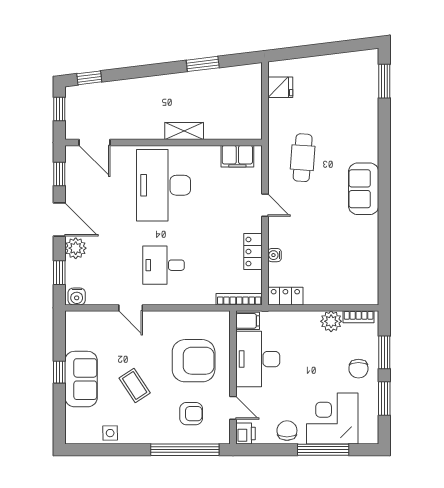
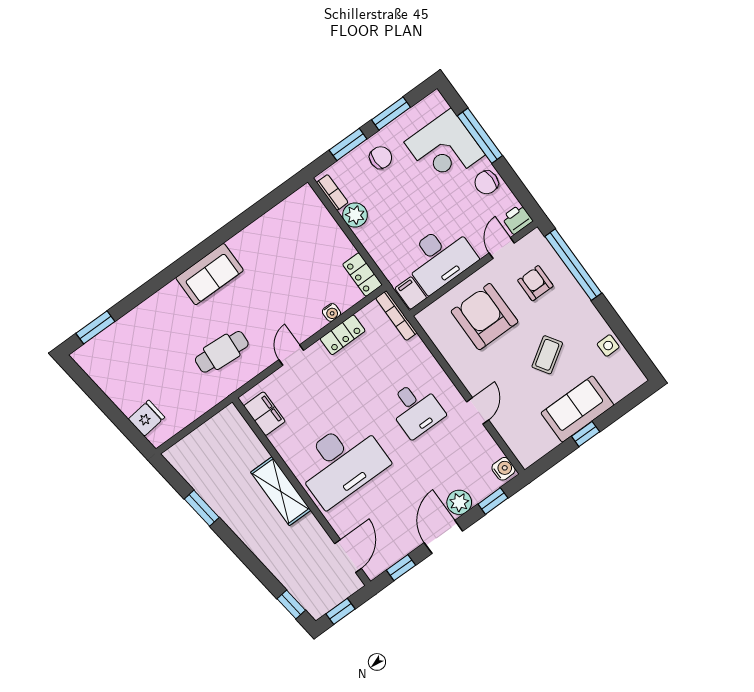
fridge: (280, 87) -> (146, 418), moved, turned 83
shelving: (184, 131) -> (281, 491), width x1.50, depth x1.33

